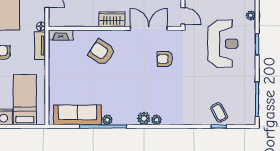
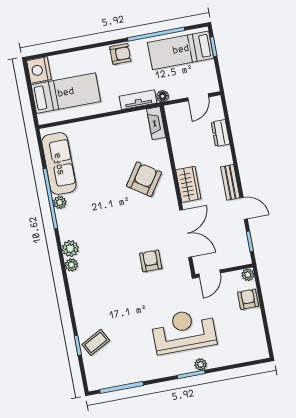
plant: (251, 15) -> (201, 364), moved
reception desk: (223, 44) -> (184, 331), turned 180

